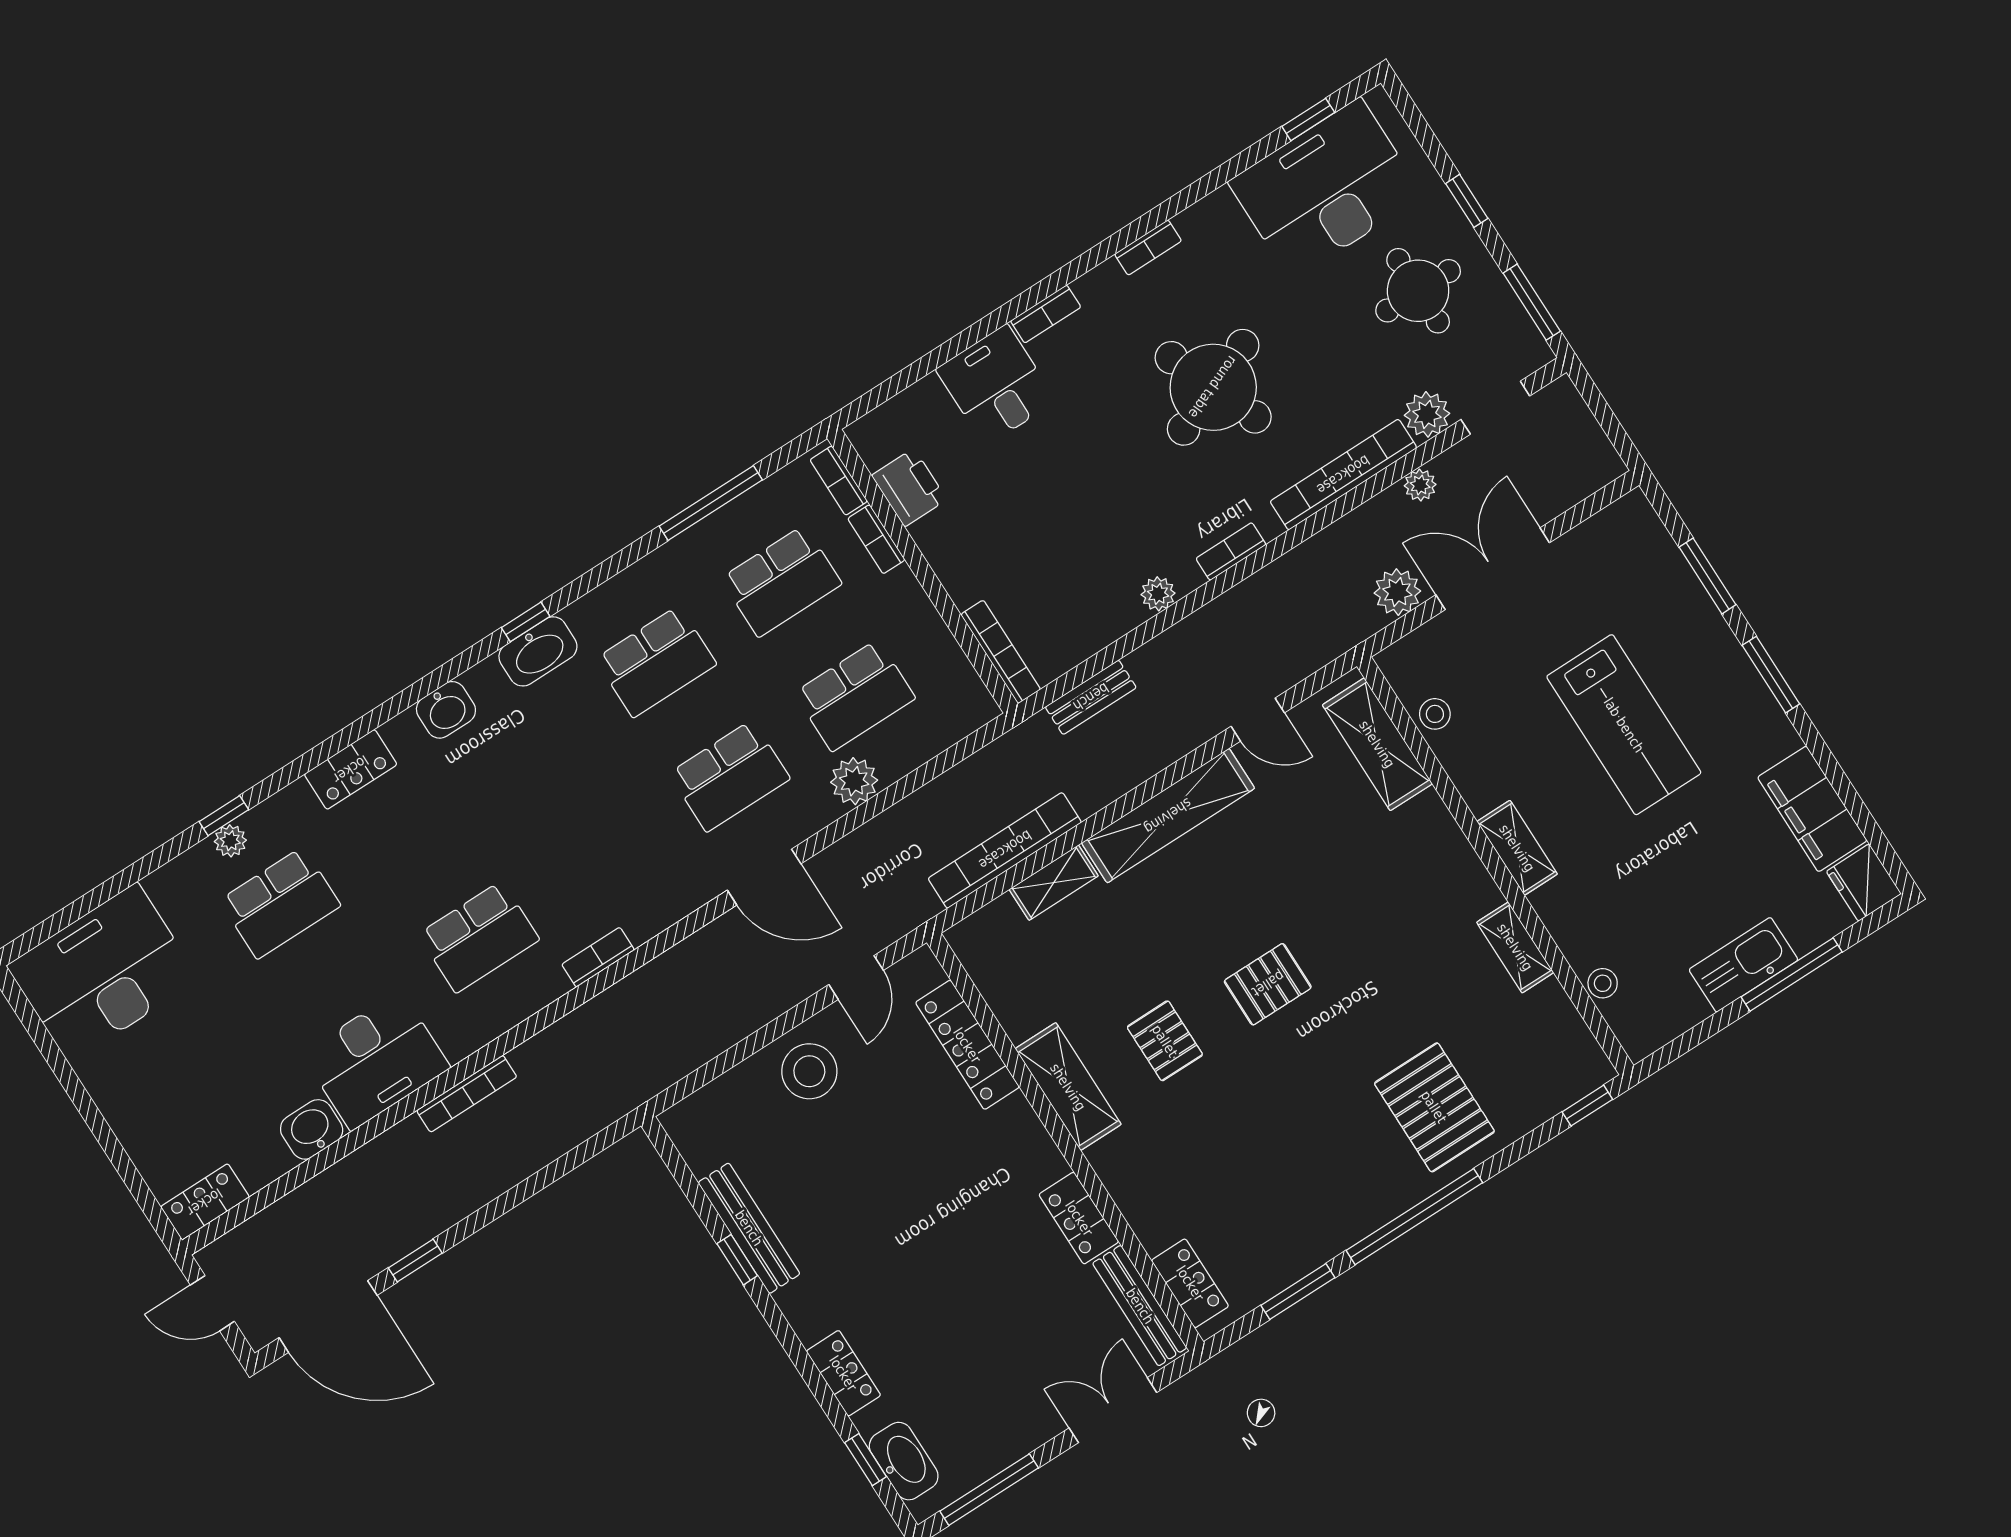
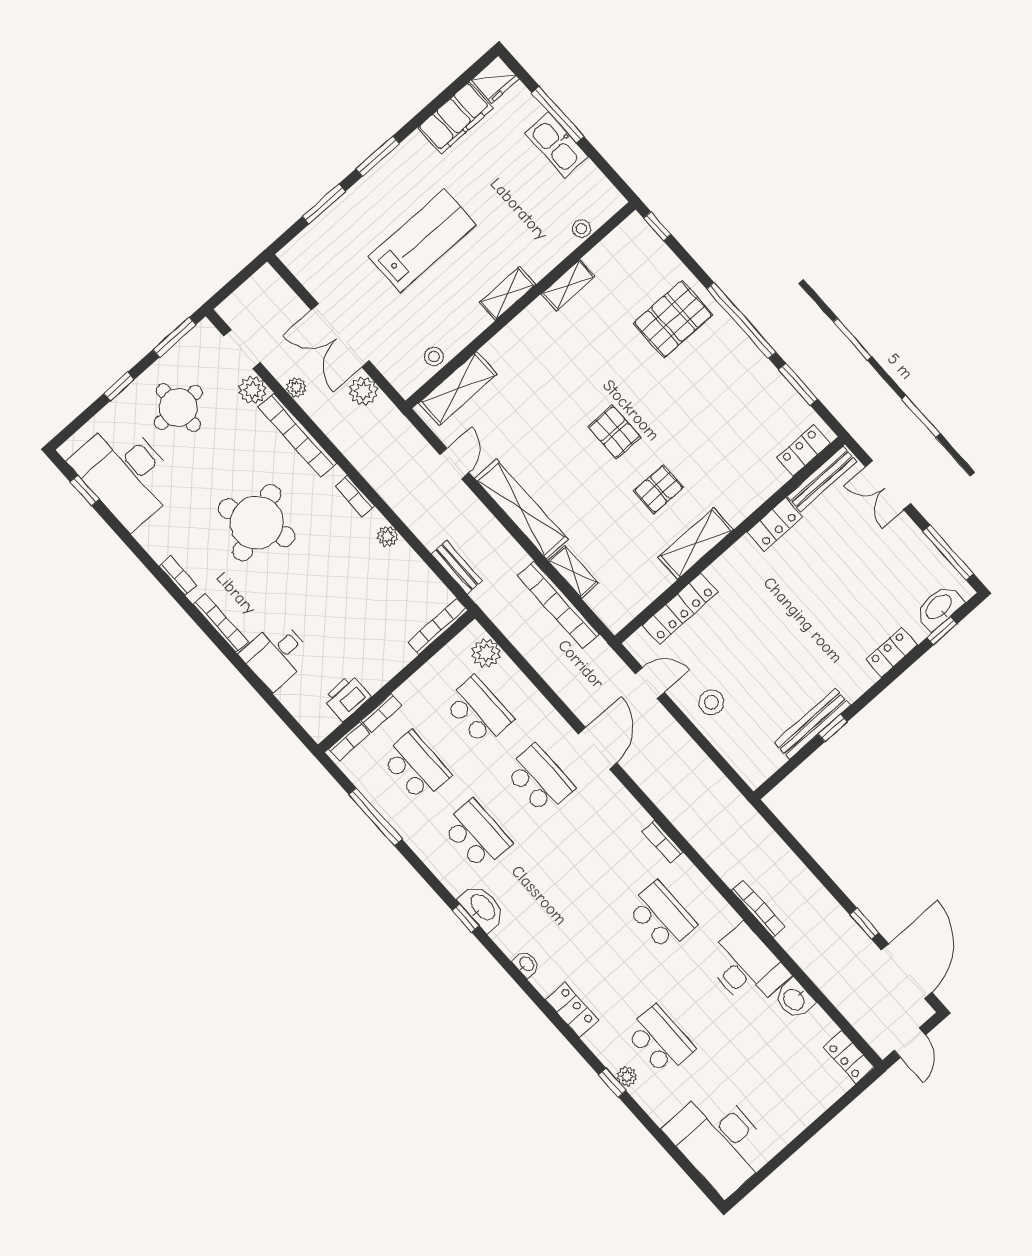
bookcase: (1046, 314) -> (221, 623), width x1.56
washbasin: (446, 710) -> (526, 964), width x0.72, depth x0.69
plant: (854, 781) -> (486, 653), moved
stool: (809, 1071) -> (711, 702), width x0.73, depth x0.73

